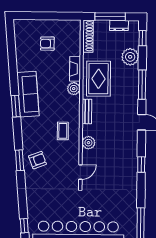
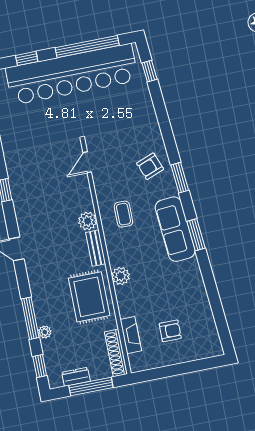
plant: (130, 57) -> (45, 332), width x0.53, depth x0.53
fireplace: (75, 69) -> (131, 335), moved
window: (142, 85) -> (30, 318), moved
sofa: (28, 94) -> (175, 229), moved
plant: (88, 143) -> (88, 221), moved
window: (20, 160) -> (180, 178), moved

